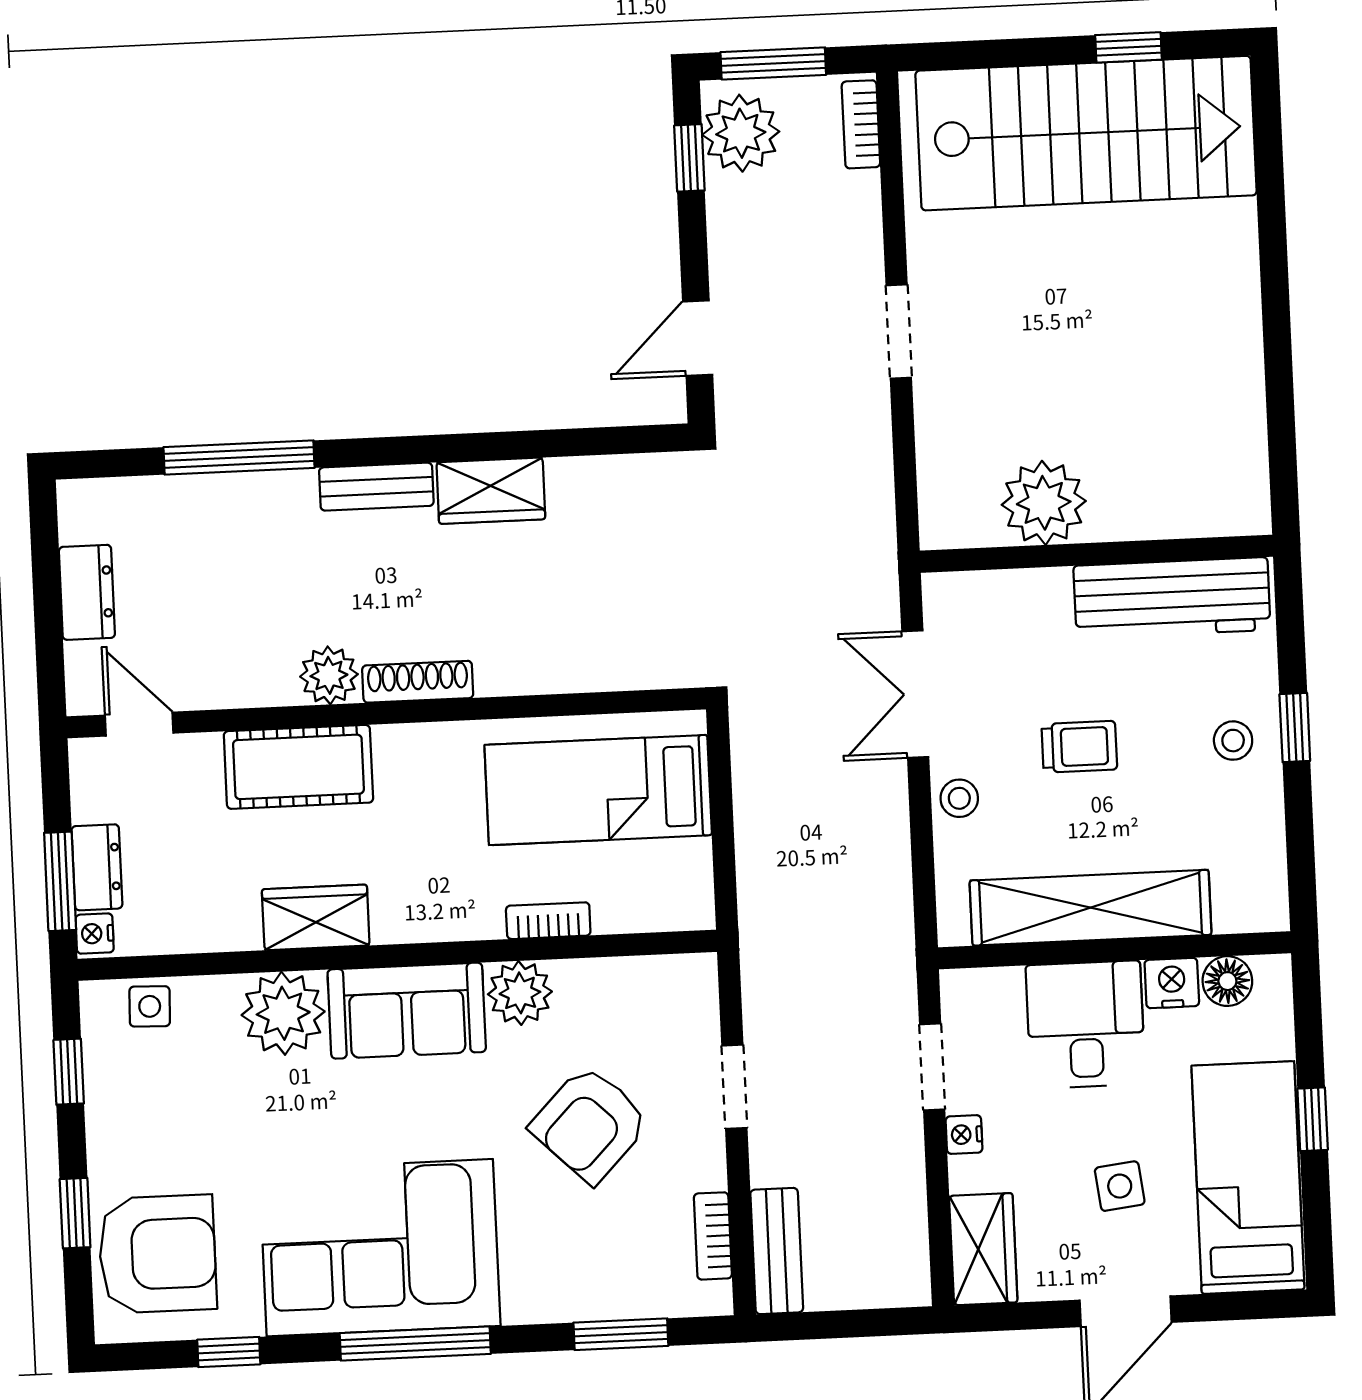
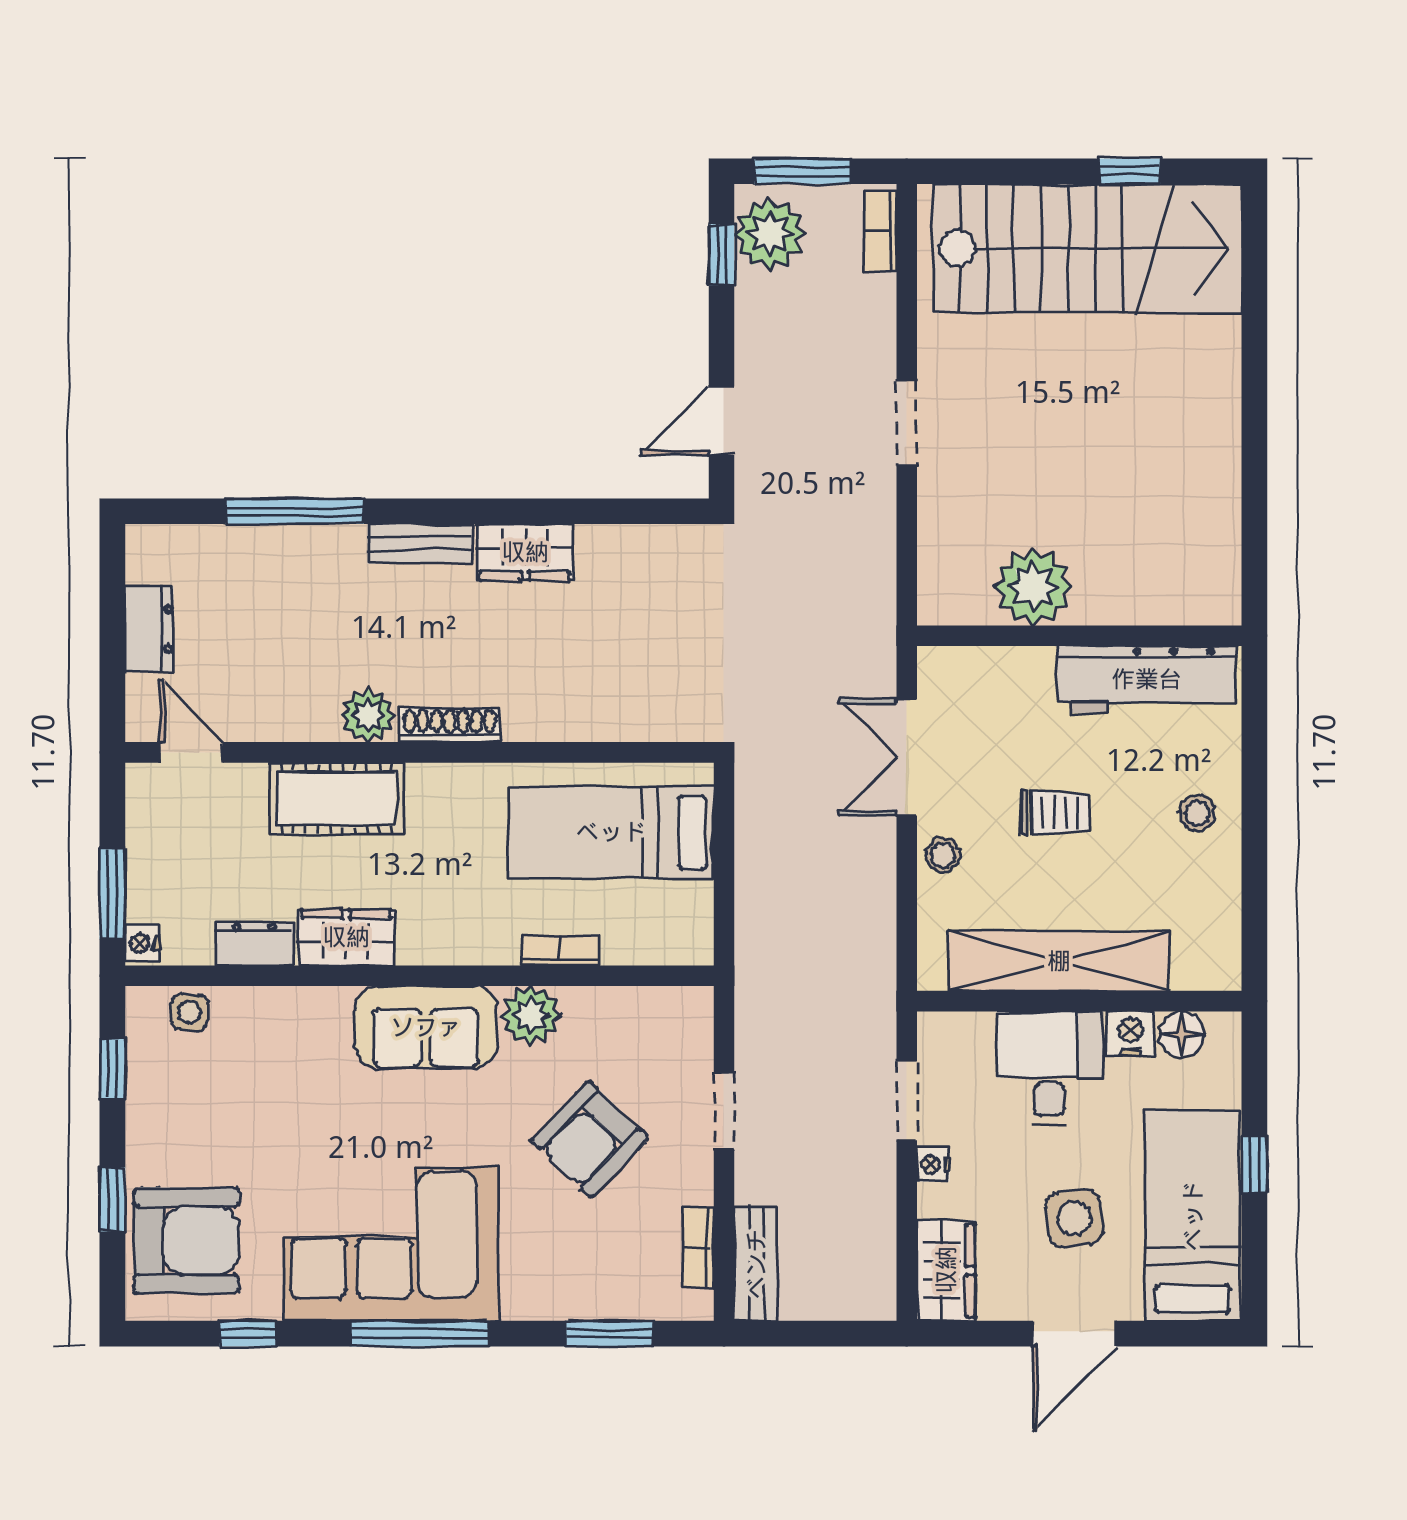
window: (1295, 728) -> (1254, 804), removed
dresser: (97, 867) -> (255, 944), moved, turned -90
plant: (283, 1013) -> (312, 1024), removed
side table: (1120, 1186) -> (1074, 1218), width x1.37, depth x1.37

